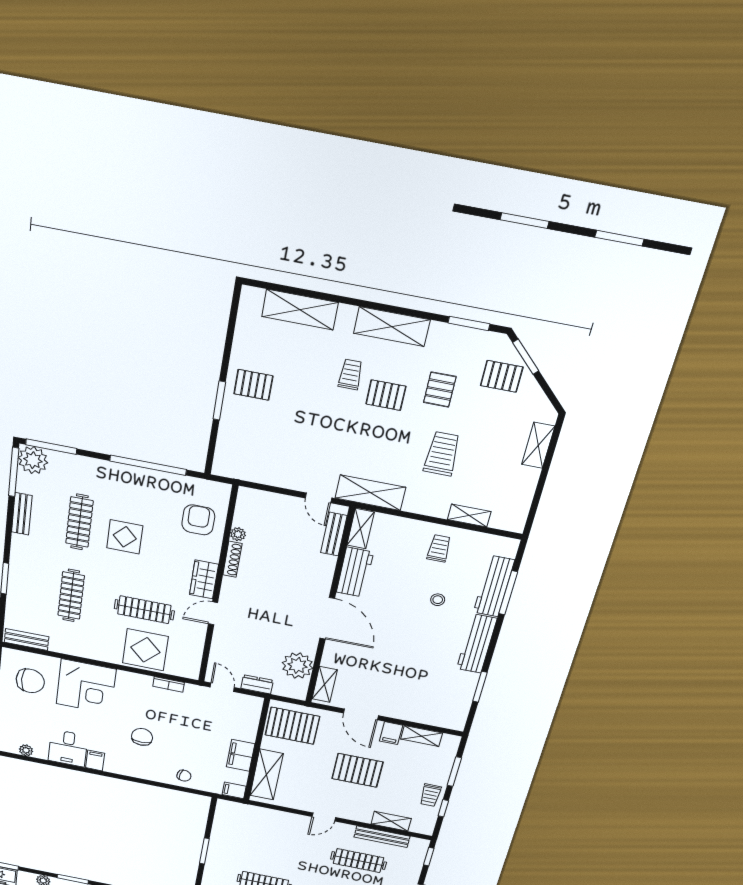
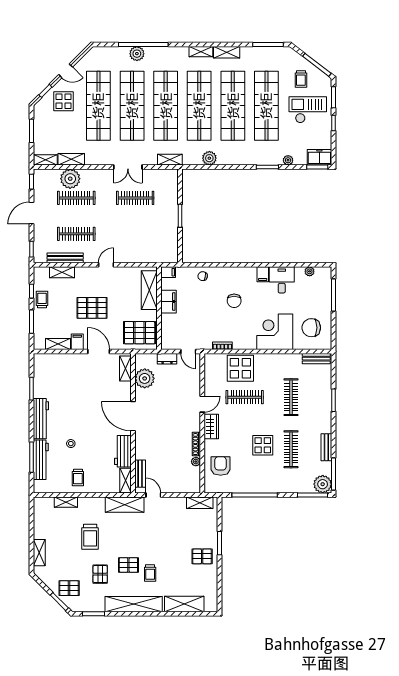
shelving: (392, 327) -> (134, 604), width x1.47
shelving: (242, 471) -> (200, 503), added
armchair: (198, 520) -> (221, 466), turned 180

